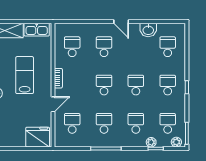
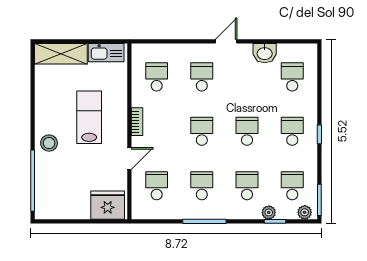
door: (121, 22) -> (226, 41), swing flipped

